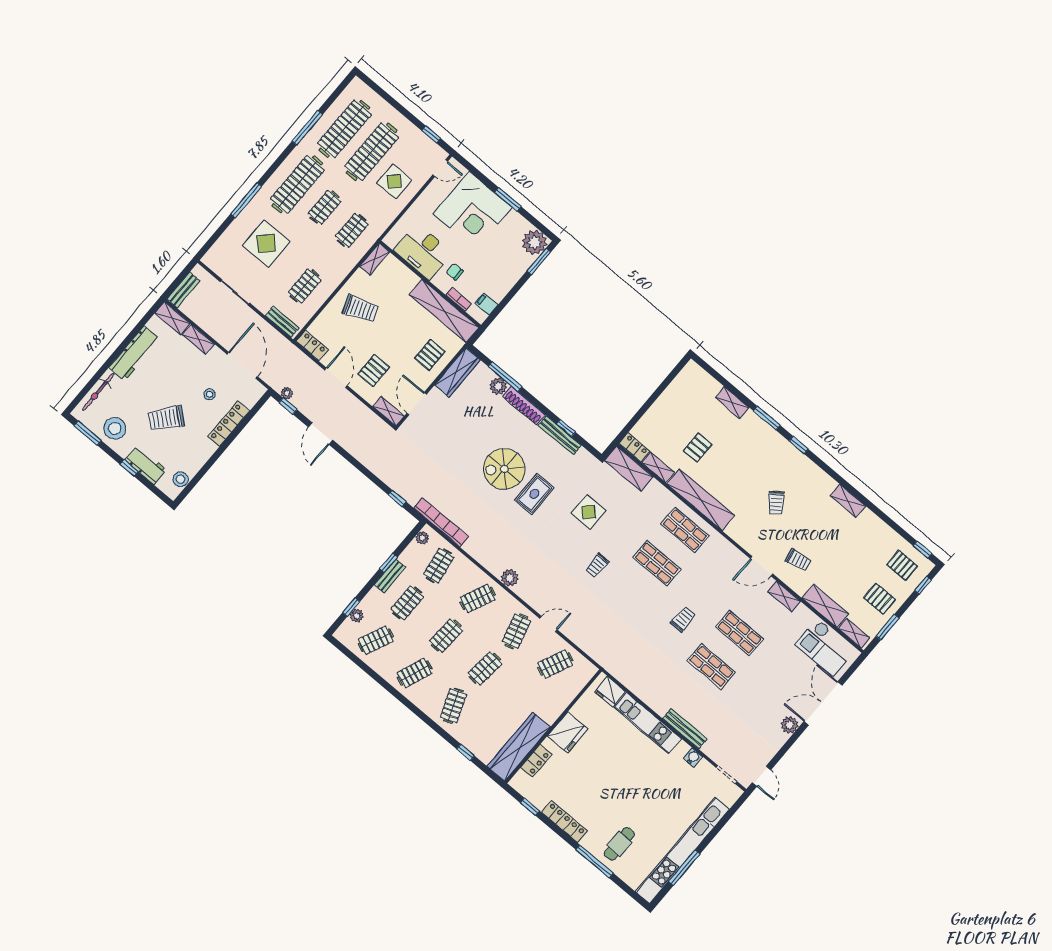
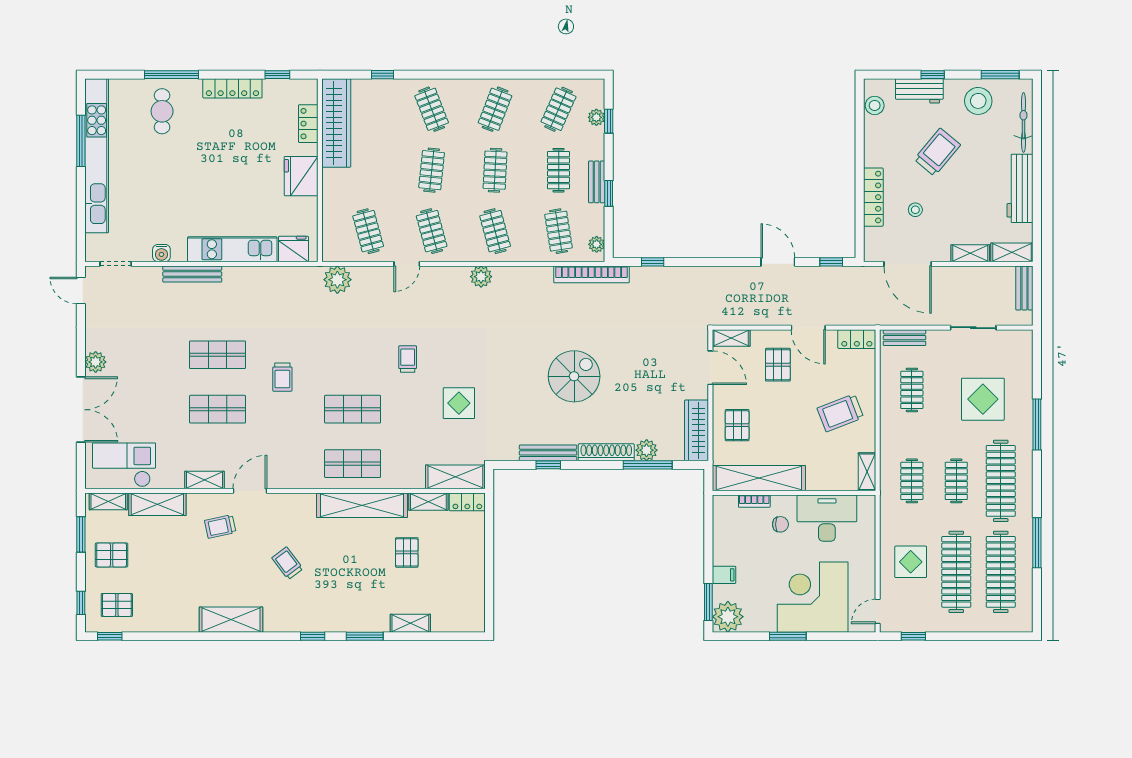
filing cabinet: (486, 304) -> (724, 575), moved
plant: (287, 393) -> (337, 280), moved, width x1.88, depth x1.88
rug: (534, 494) -> (525, 377), removed
shelving: (848, 501) -> (231, 620), width x1.50, depth x1.33
clothes rail: (478, 598) -> (495, 231), turned -39
clothes rail: (555, 664) -> (368, 231), turned -39

